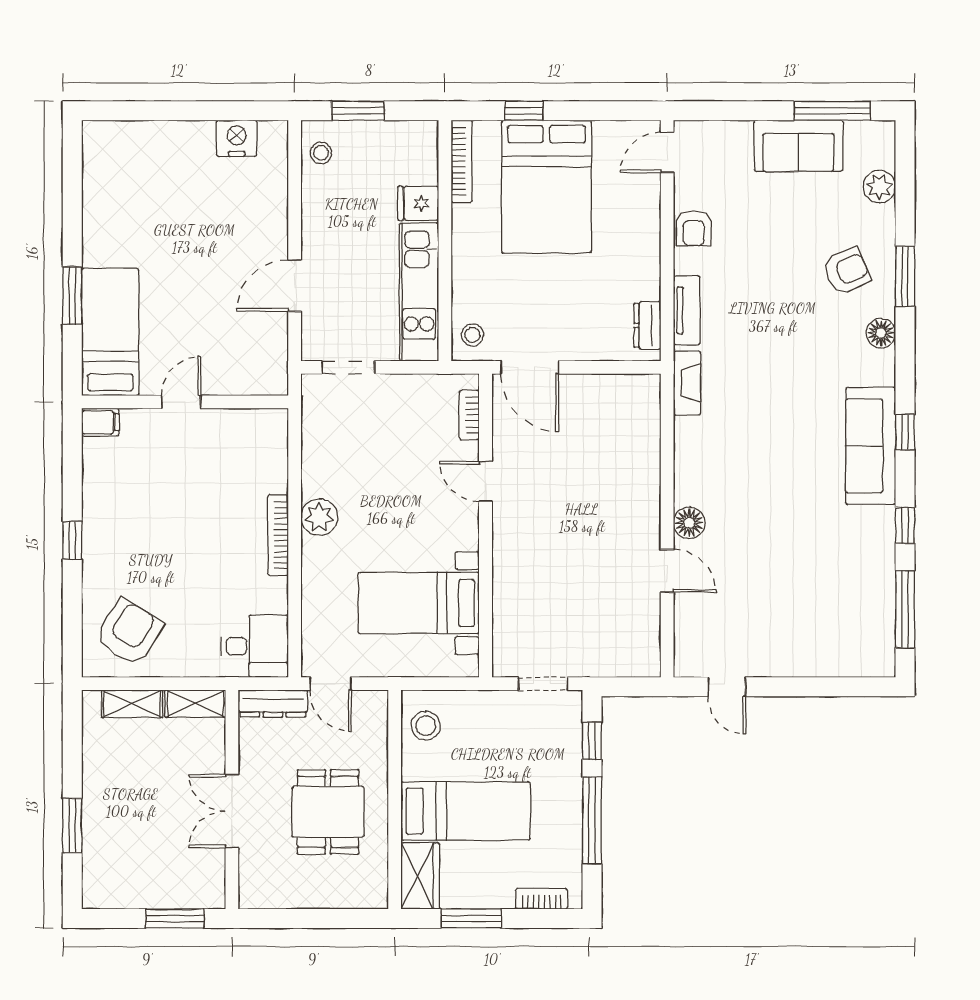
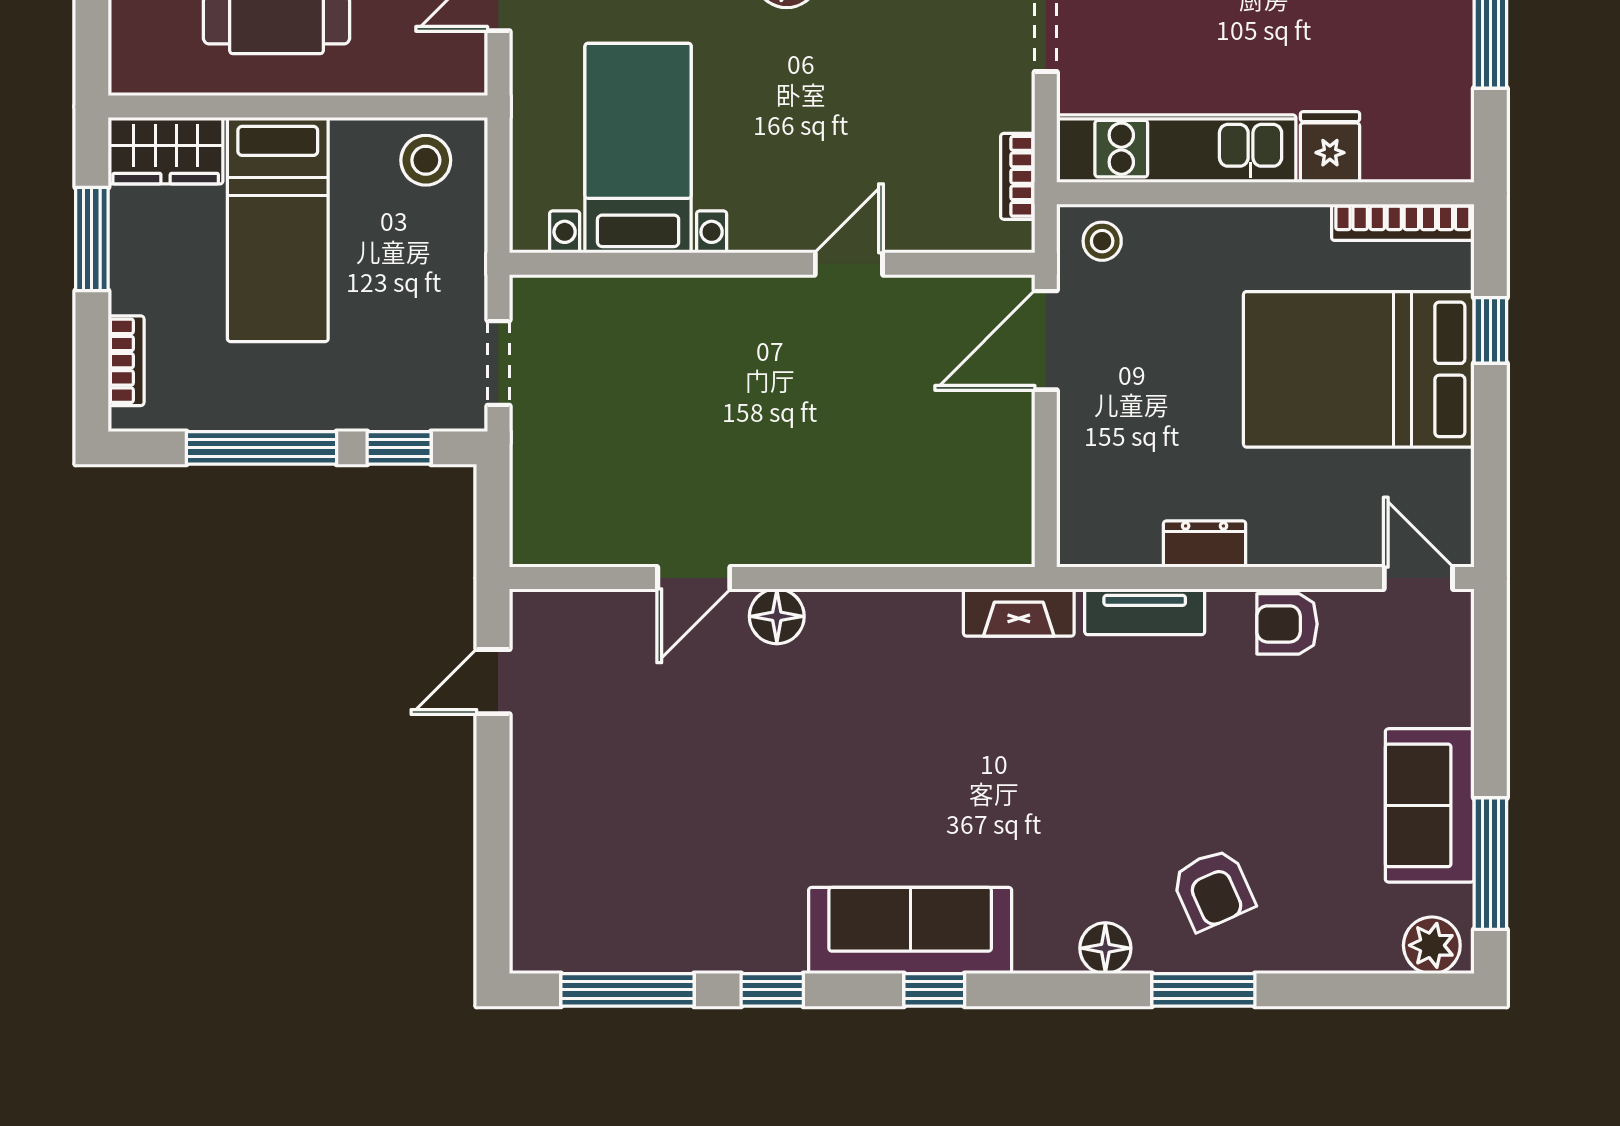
plant: (879, 187) -> (1432, 945), moved
dresser: (647, 325) -> (1205, 544), moved
bookcase: (469, 415) -> (1018, 176), moved, turned -90

